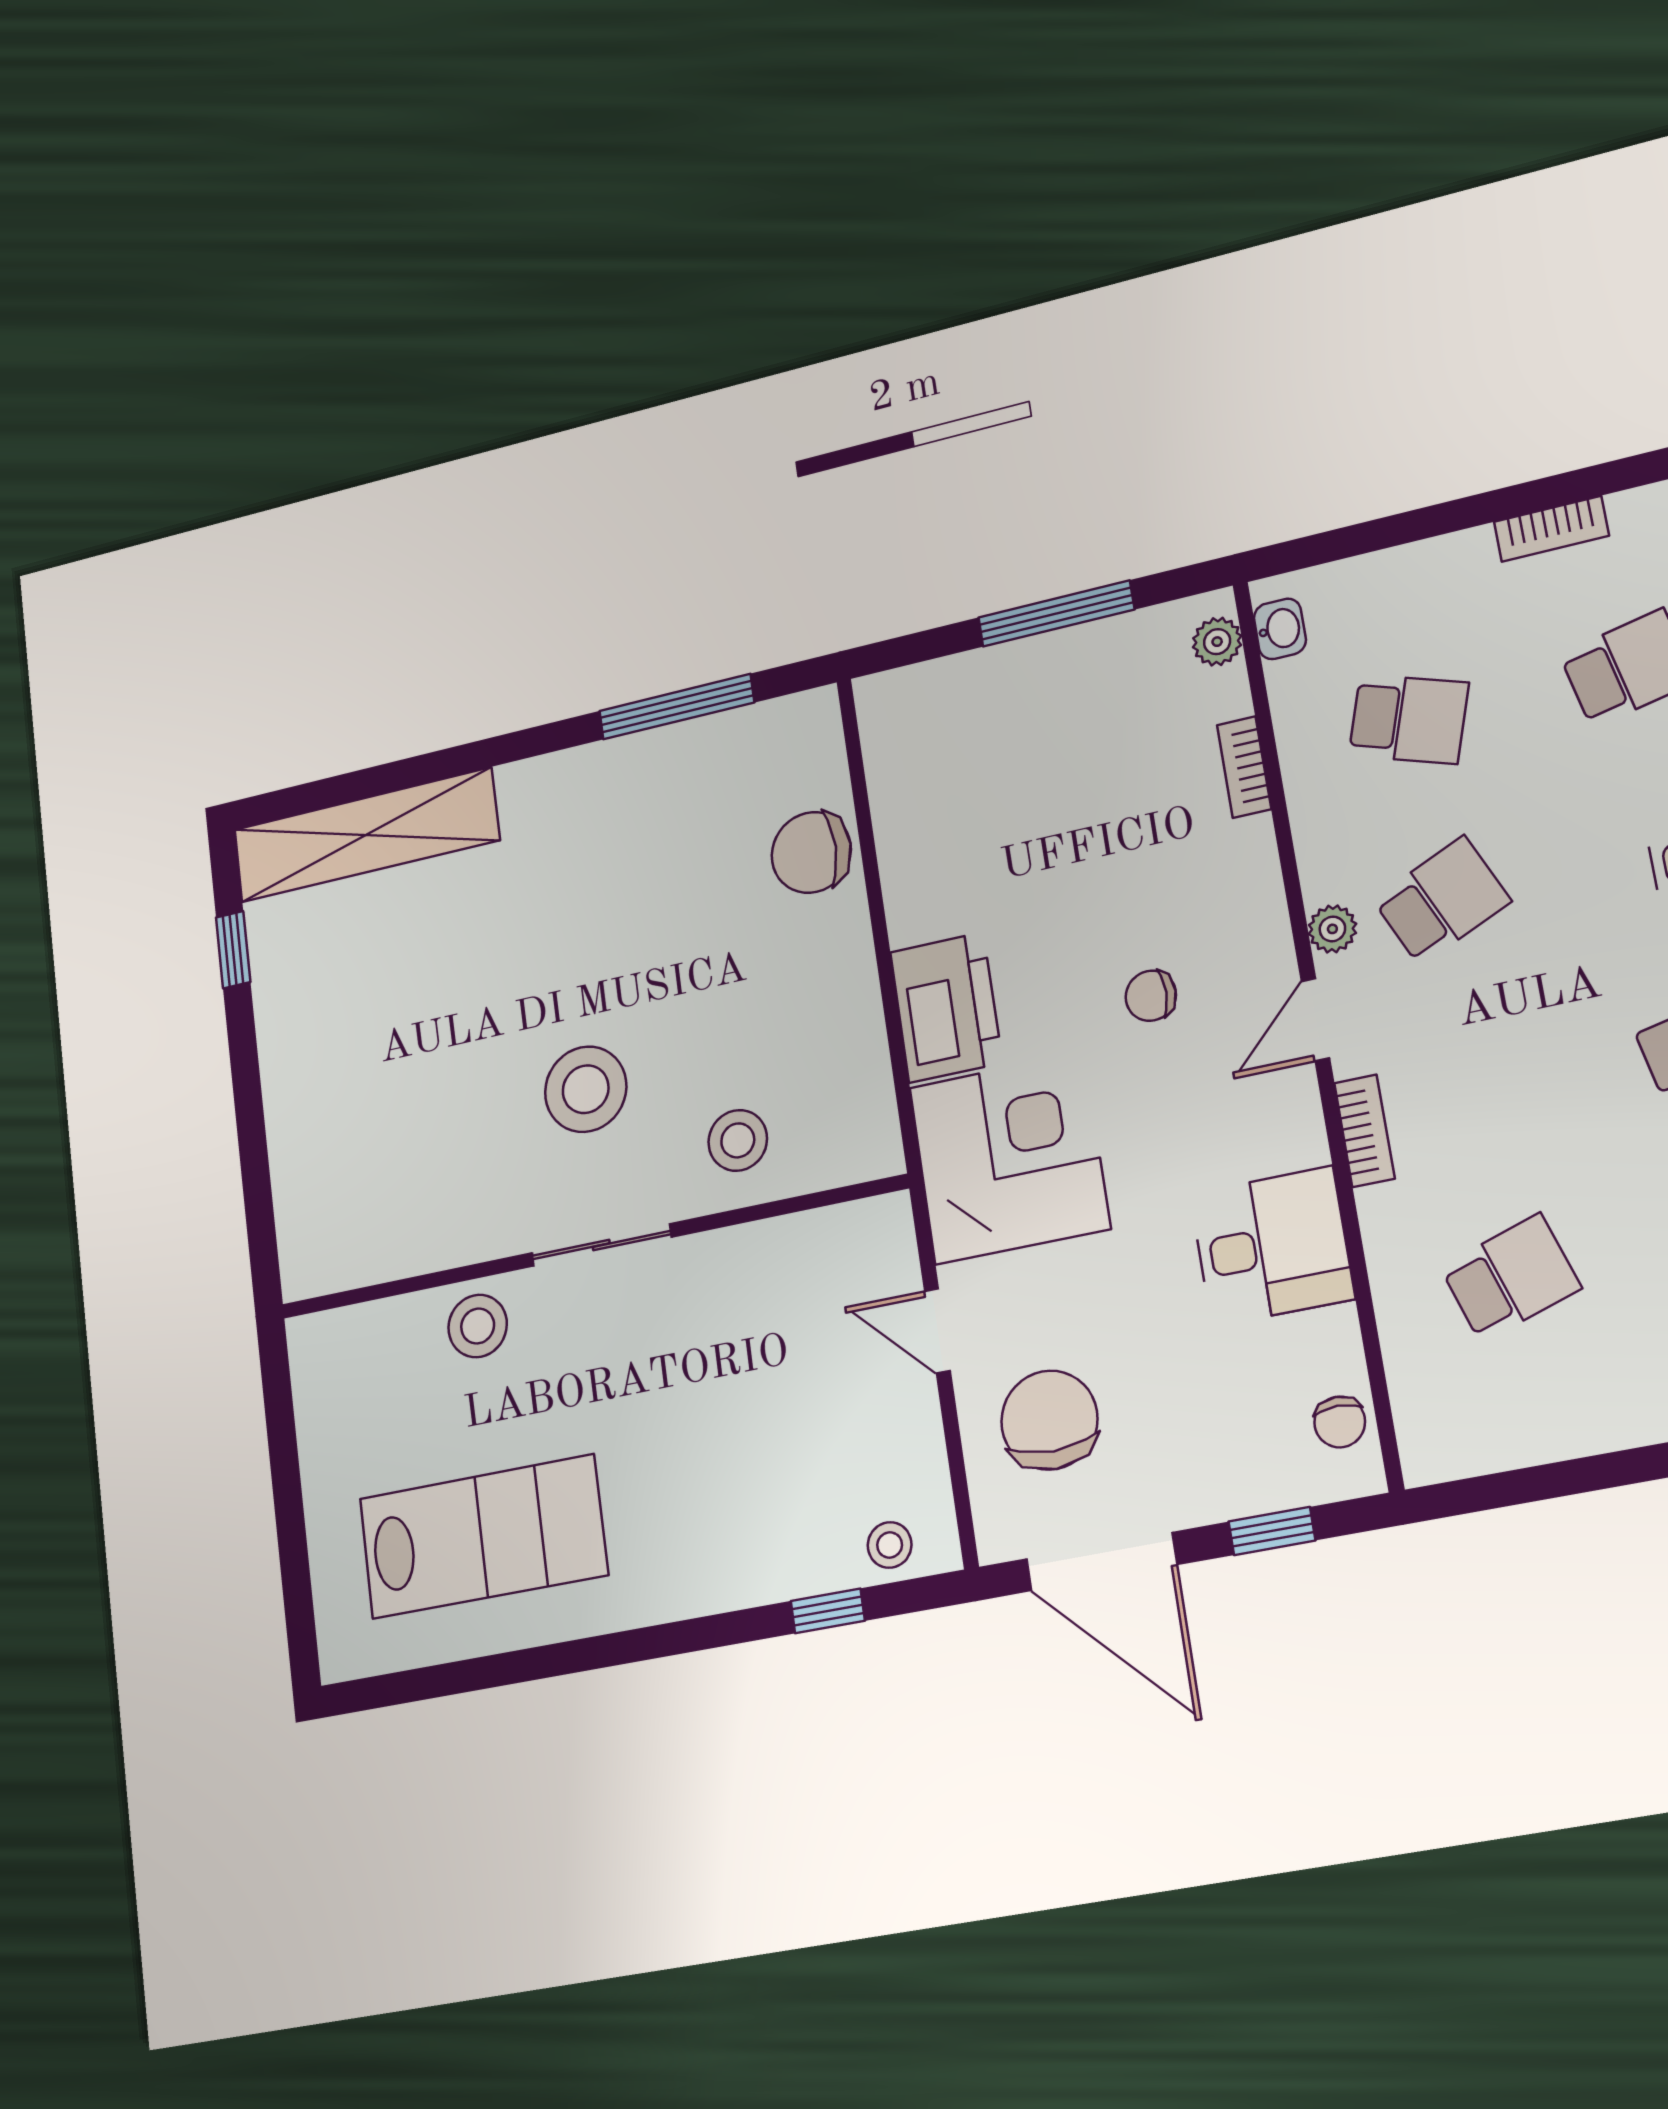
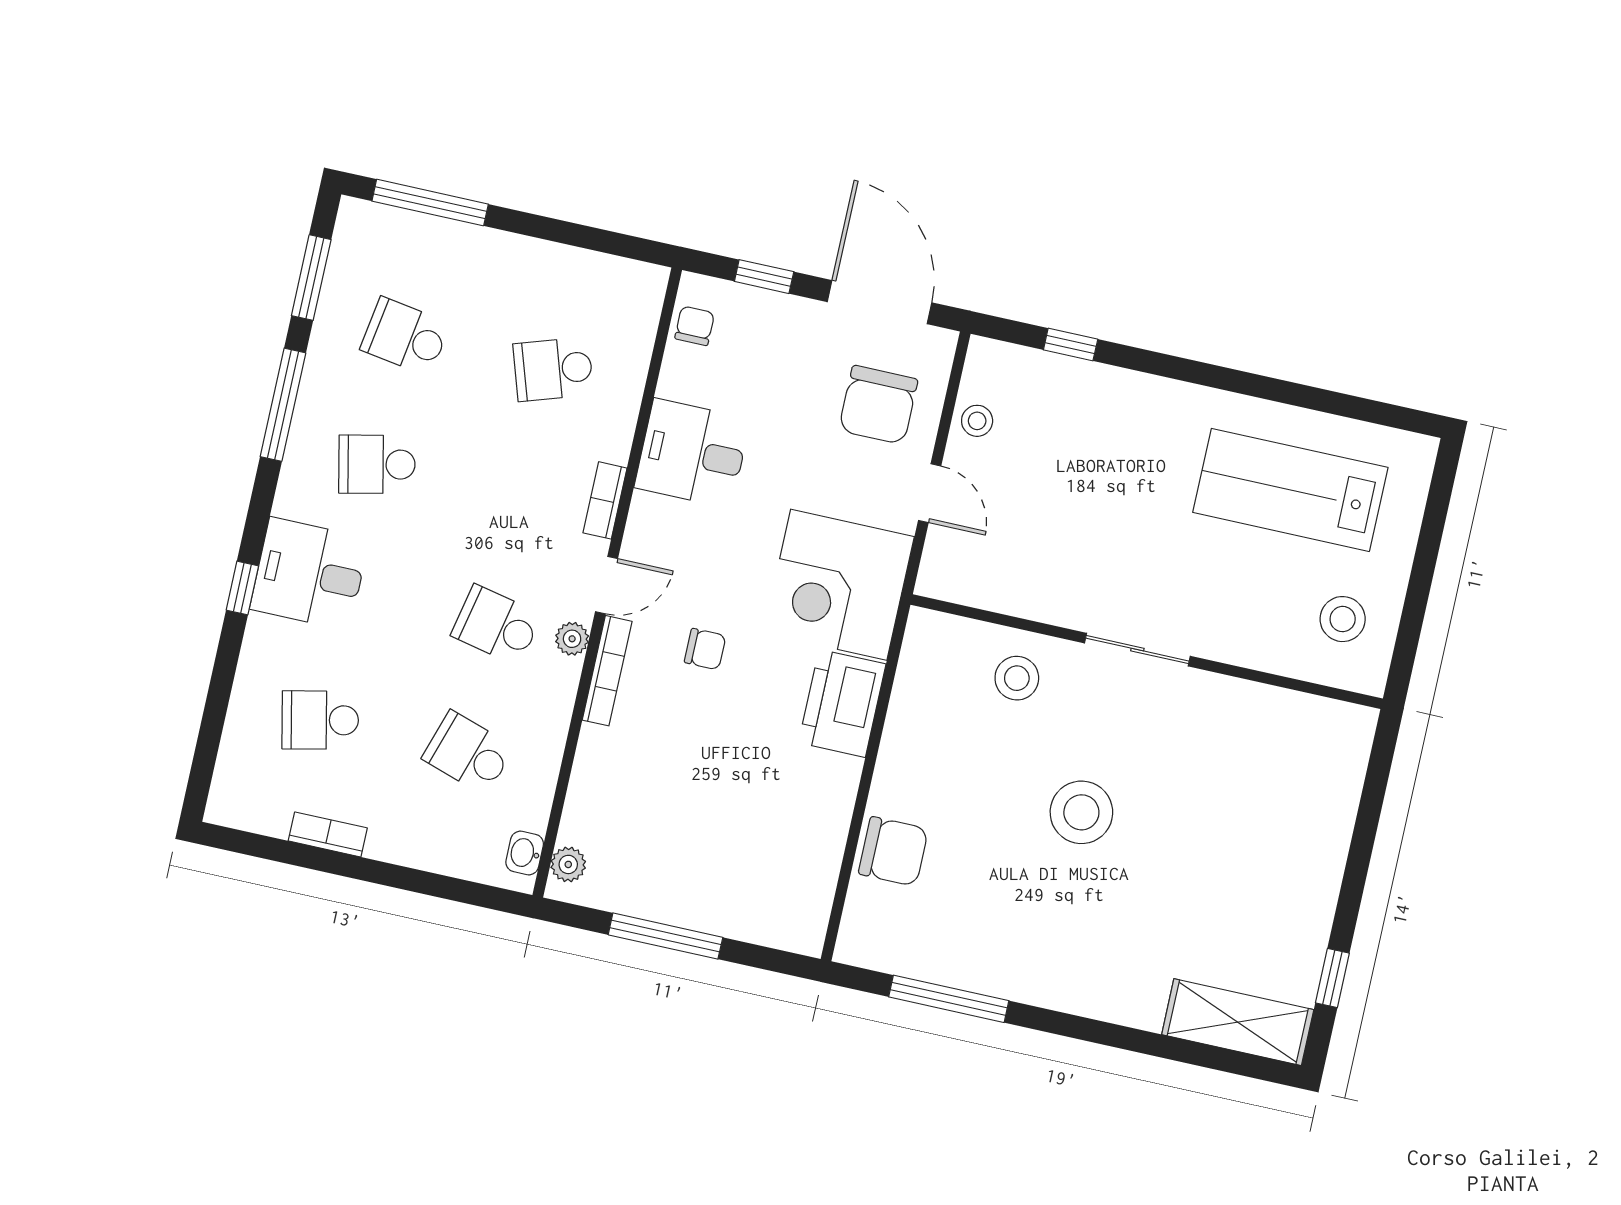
bookcase: (1244, 767) -> (607, 671), moved, width x1.56
shelving: (366, 835) -> (1238, 1022), width x0.68
school desk: (1442, 901) -> (497, 625), turned 36
stool: (586, 1089) -> (1081, 812), moved
stool: (478, 1326) -> (1343, 619), moved
stool: (890, 1545) -> (977, 421), moved

